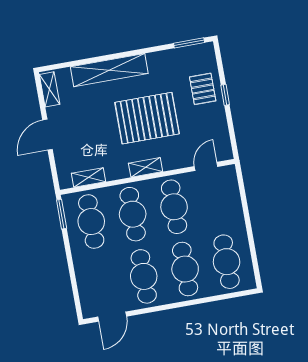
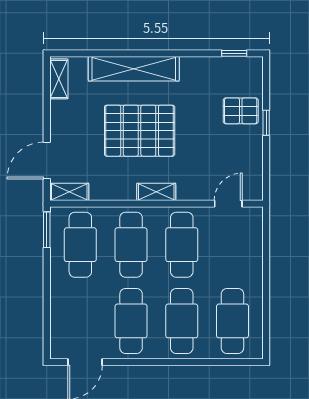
window: (189, 43) -> (234, 53), width x0.67
pallet: (203, 89) -> (241, 111), turned 90
pallet: (147, 118) -> (140, 131), moved
door: (47, 135) -> (47, 161), moved
shelving: (89, 177) -> (69, 192), moved

